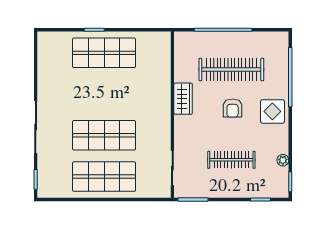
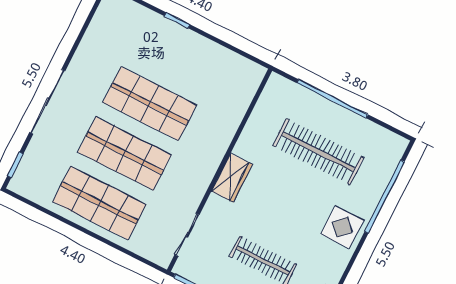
shop shelf: (104, 53) -> (150, 104), moved
wardrobe: (183, 99) -> (232, 178), moved
armchair: (233, 108) -> (296, 199), removed

